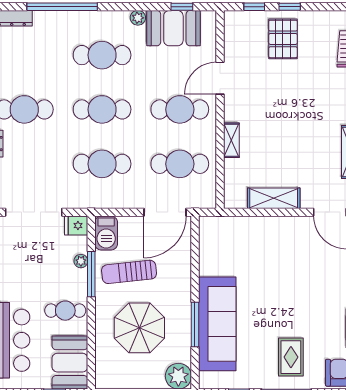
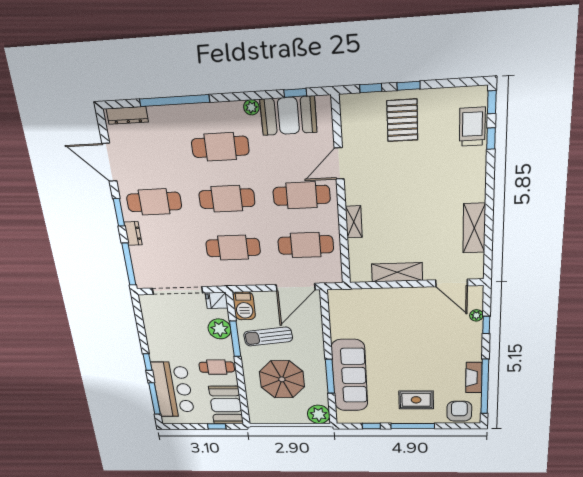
plant: (81, 261) -> (220, 329), width x1.88, depth x1.88
rug: (291, 357) -> (416, 400), turned 90

